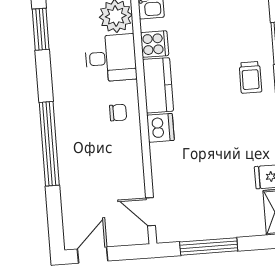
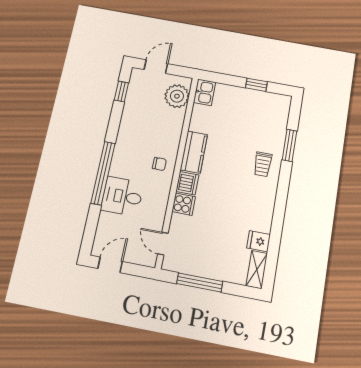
window: (41, 29) -> (121, 91), width x0.67
cooker: (155, 44) -> (184, 204), moved
desk: (111, 58) -> (122, 196), moved, turned 180

